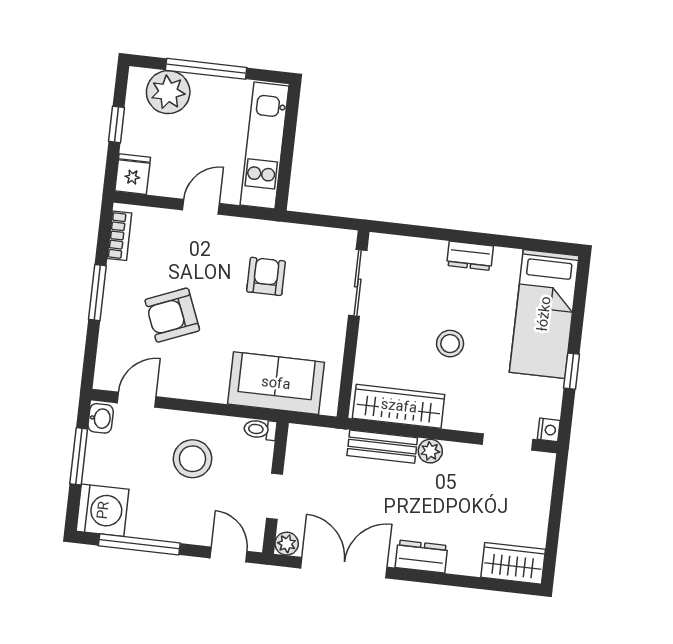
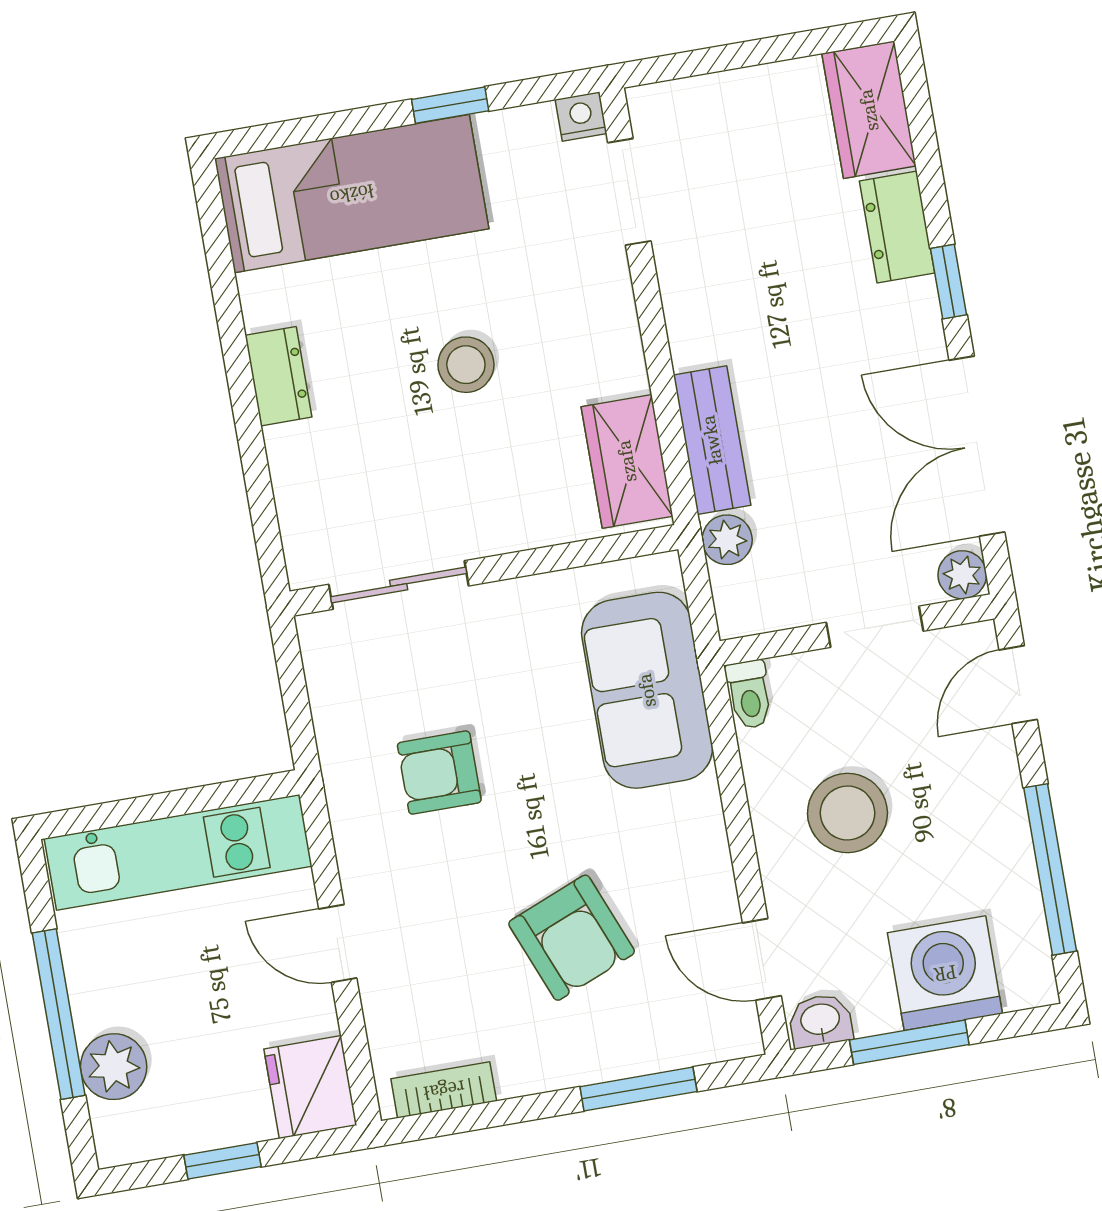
plant: (168, 92) -> (114, 1067), width x0.73, depth x0.73
fridge: (133, 174) -> (310, 1087), width x1.38
window: (97, 293) -> (638, 1089), moved
wardrobe: (399, 406) -> (627, 461), width x0.67
plant: (430, 451) -> (727, 540), moved
washing machine: (103, 510) -> (945, 973), moved
dresser: (421, 557) -> (897, 227), moved
window: (423, 577) -> (949, 282), added

